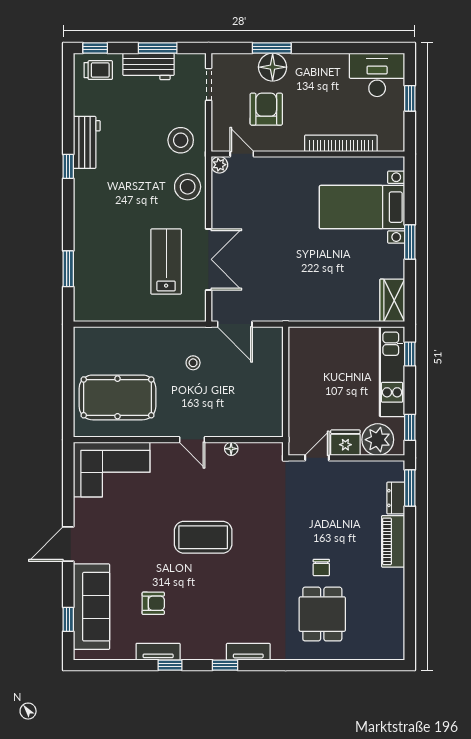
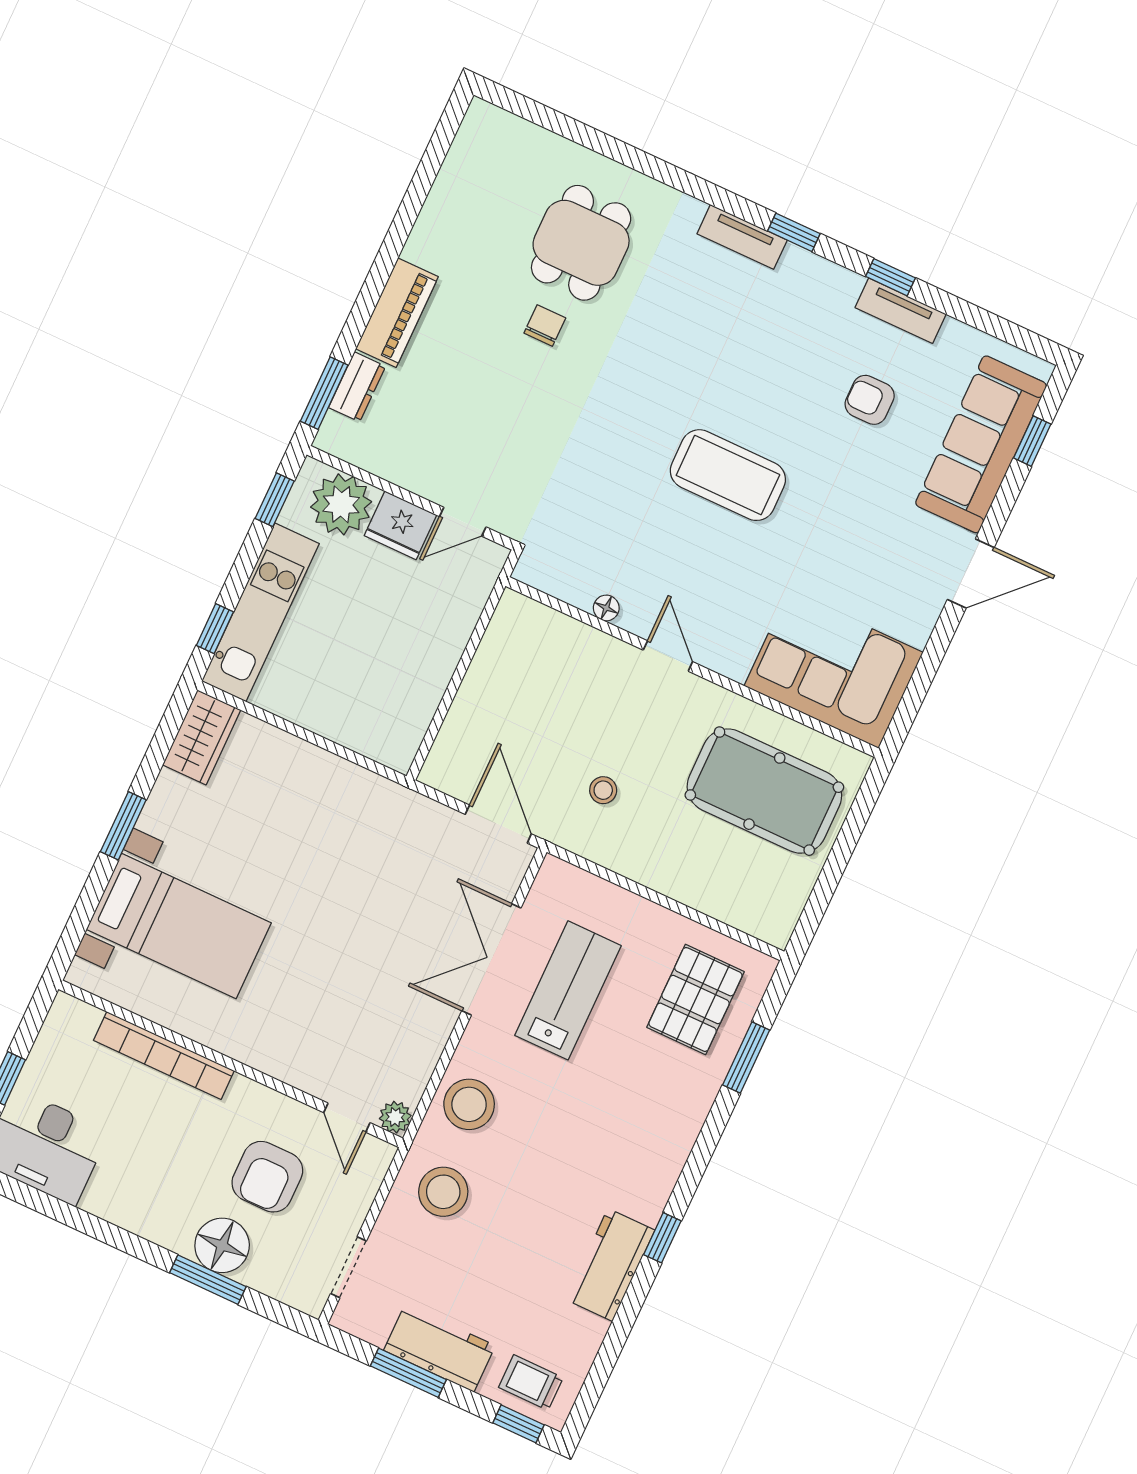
lab bench: (166, 262) -> (568, 990), turned 180
pallet: (104, 285) -> (695, 999), added

